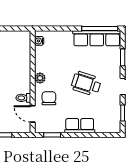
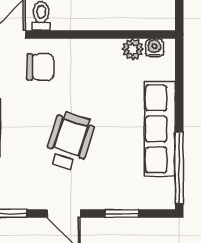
row of seats: (97, 38) -> (160, 129), moved
plant: (40, 78) -> (133, 49), moved

